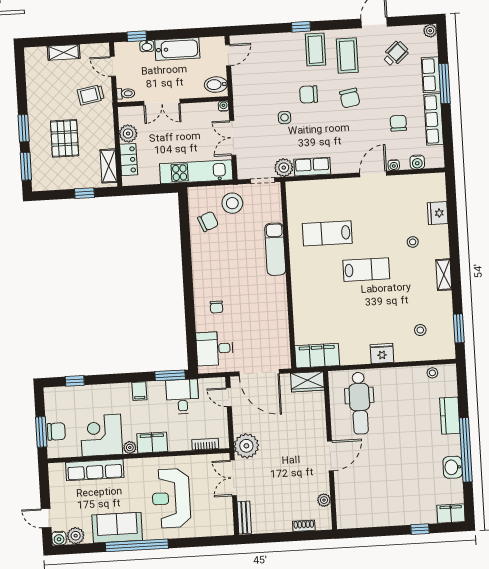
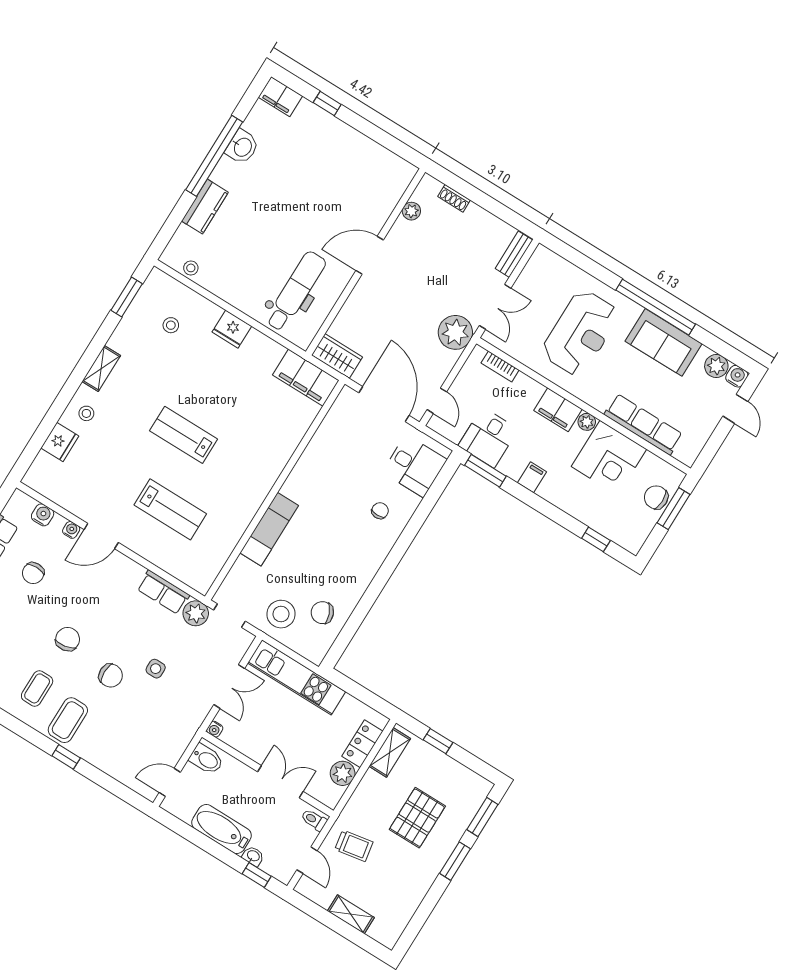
coffee table: (347, 56) -> (37, 688), width x0.73, depth x0.77
lab bench: (327, 233) -> (170, 509), moved
stool: (413, 242) -> (86, 413), moved

